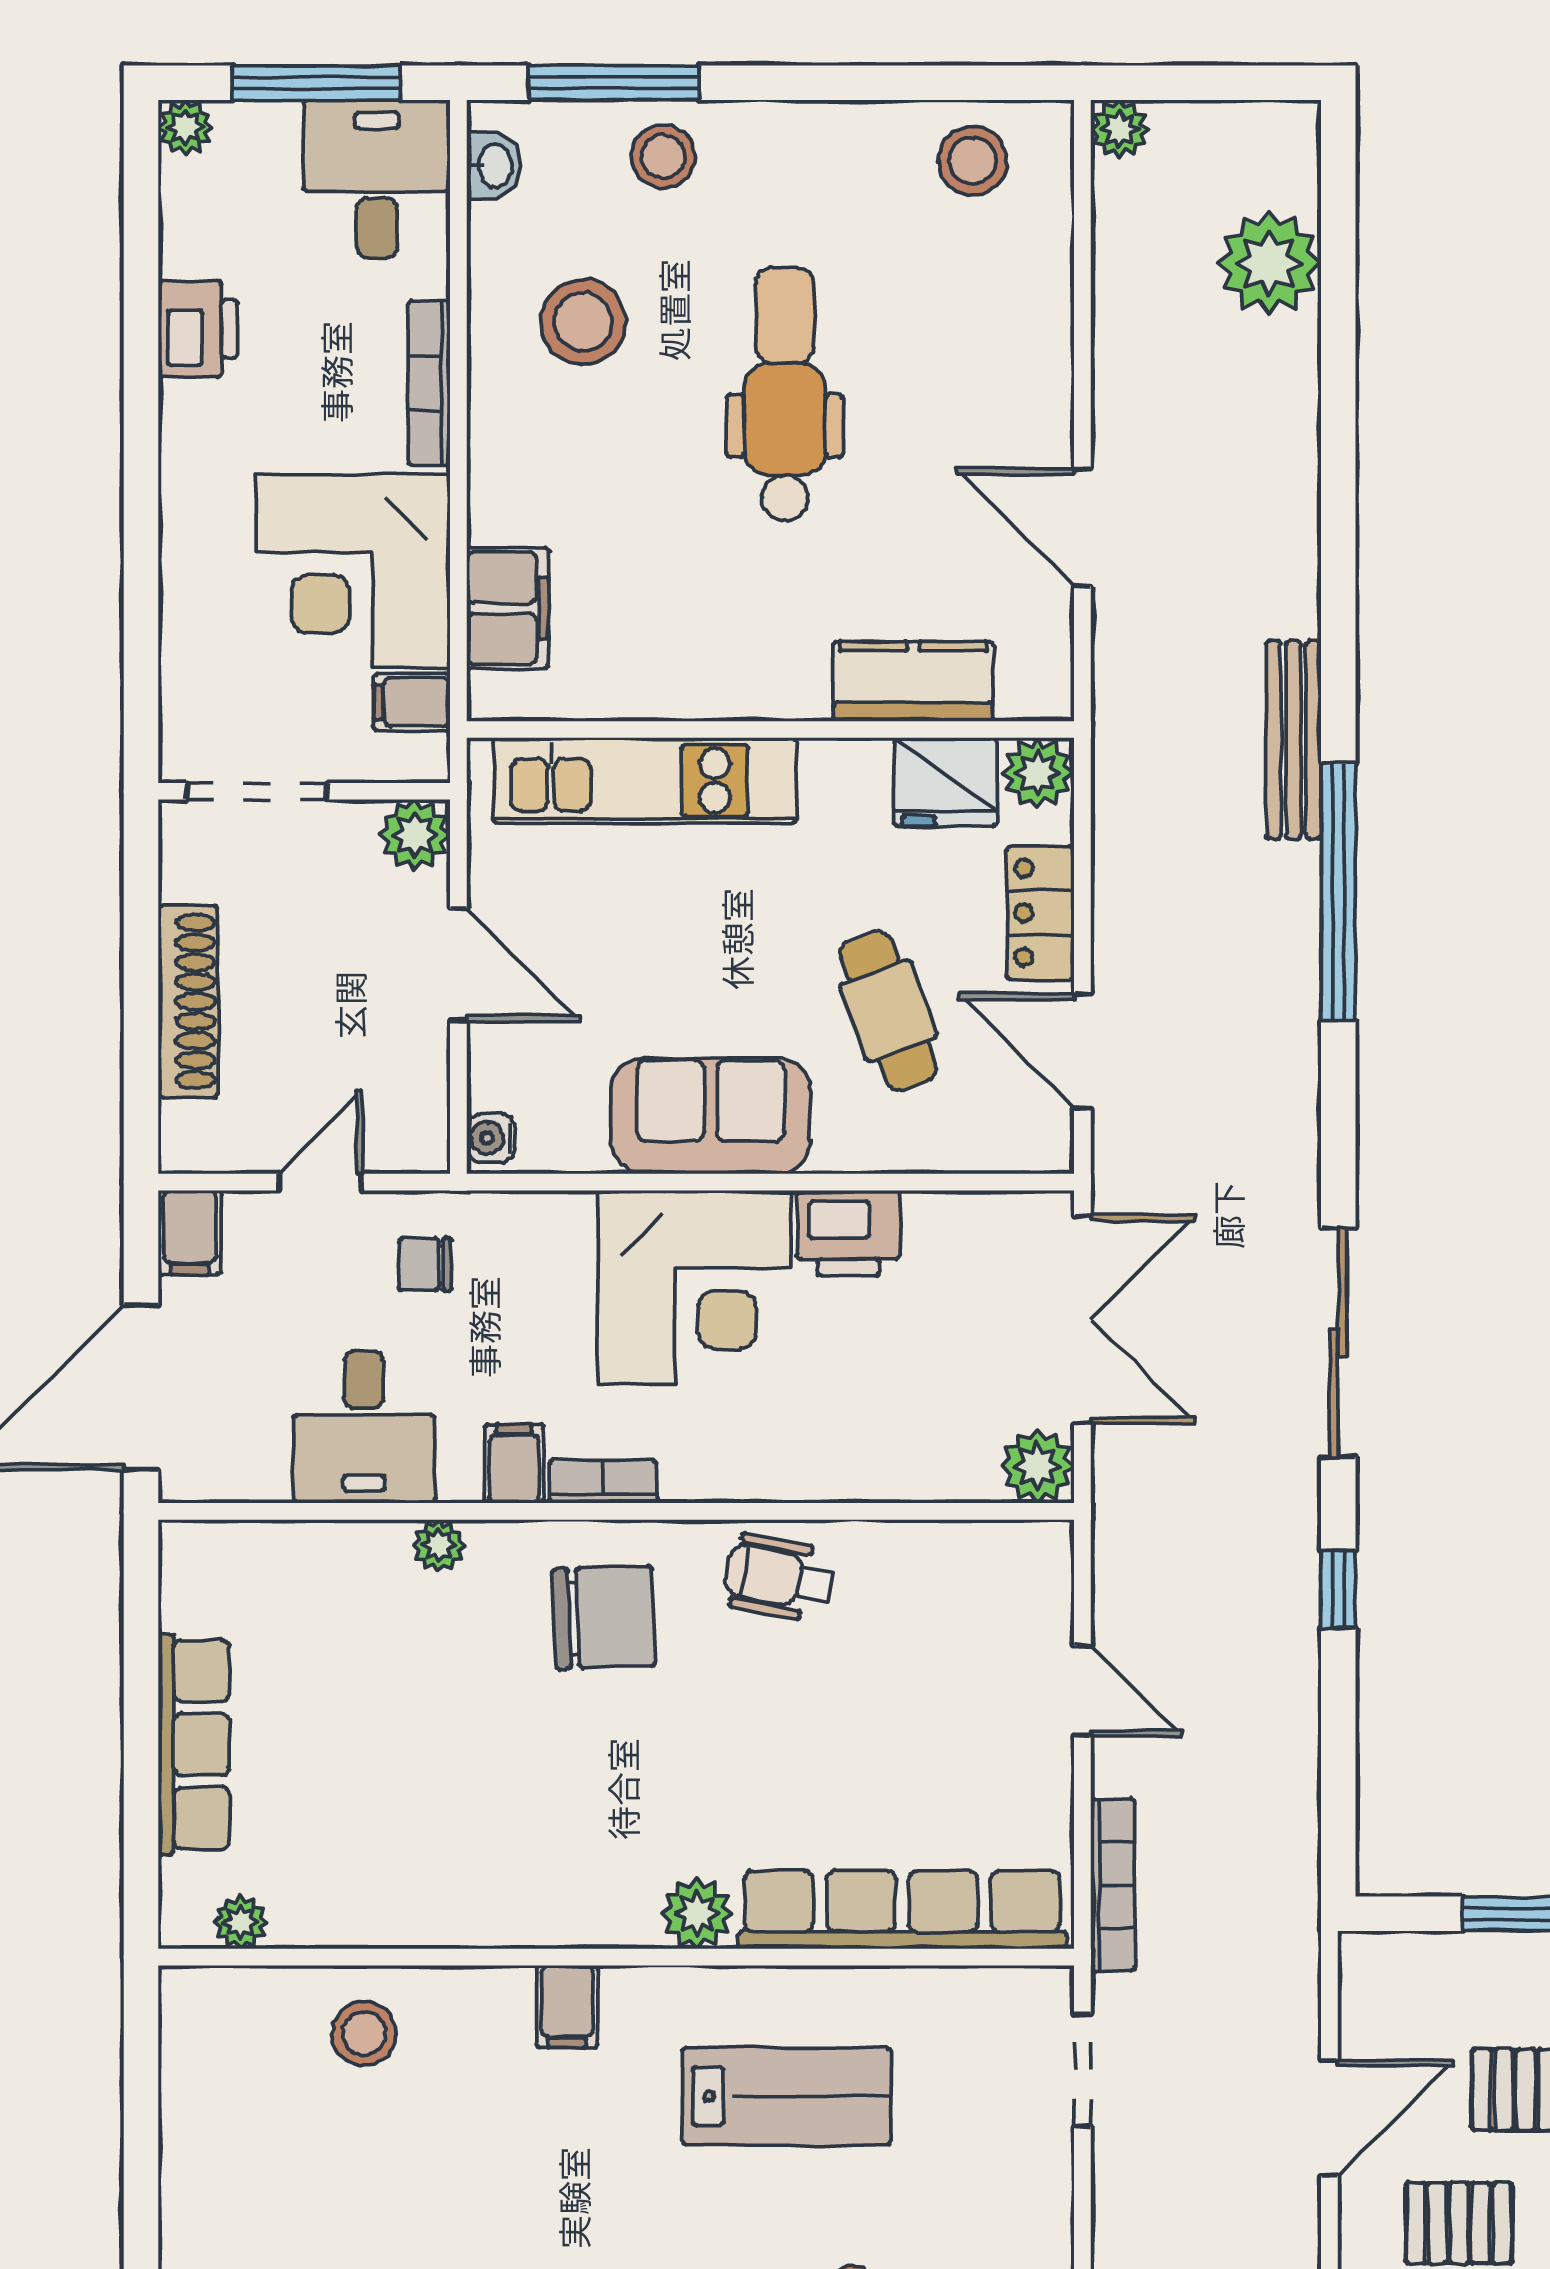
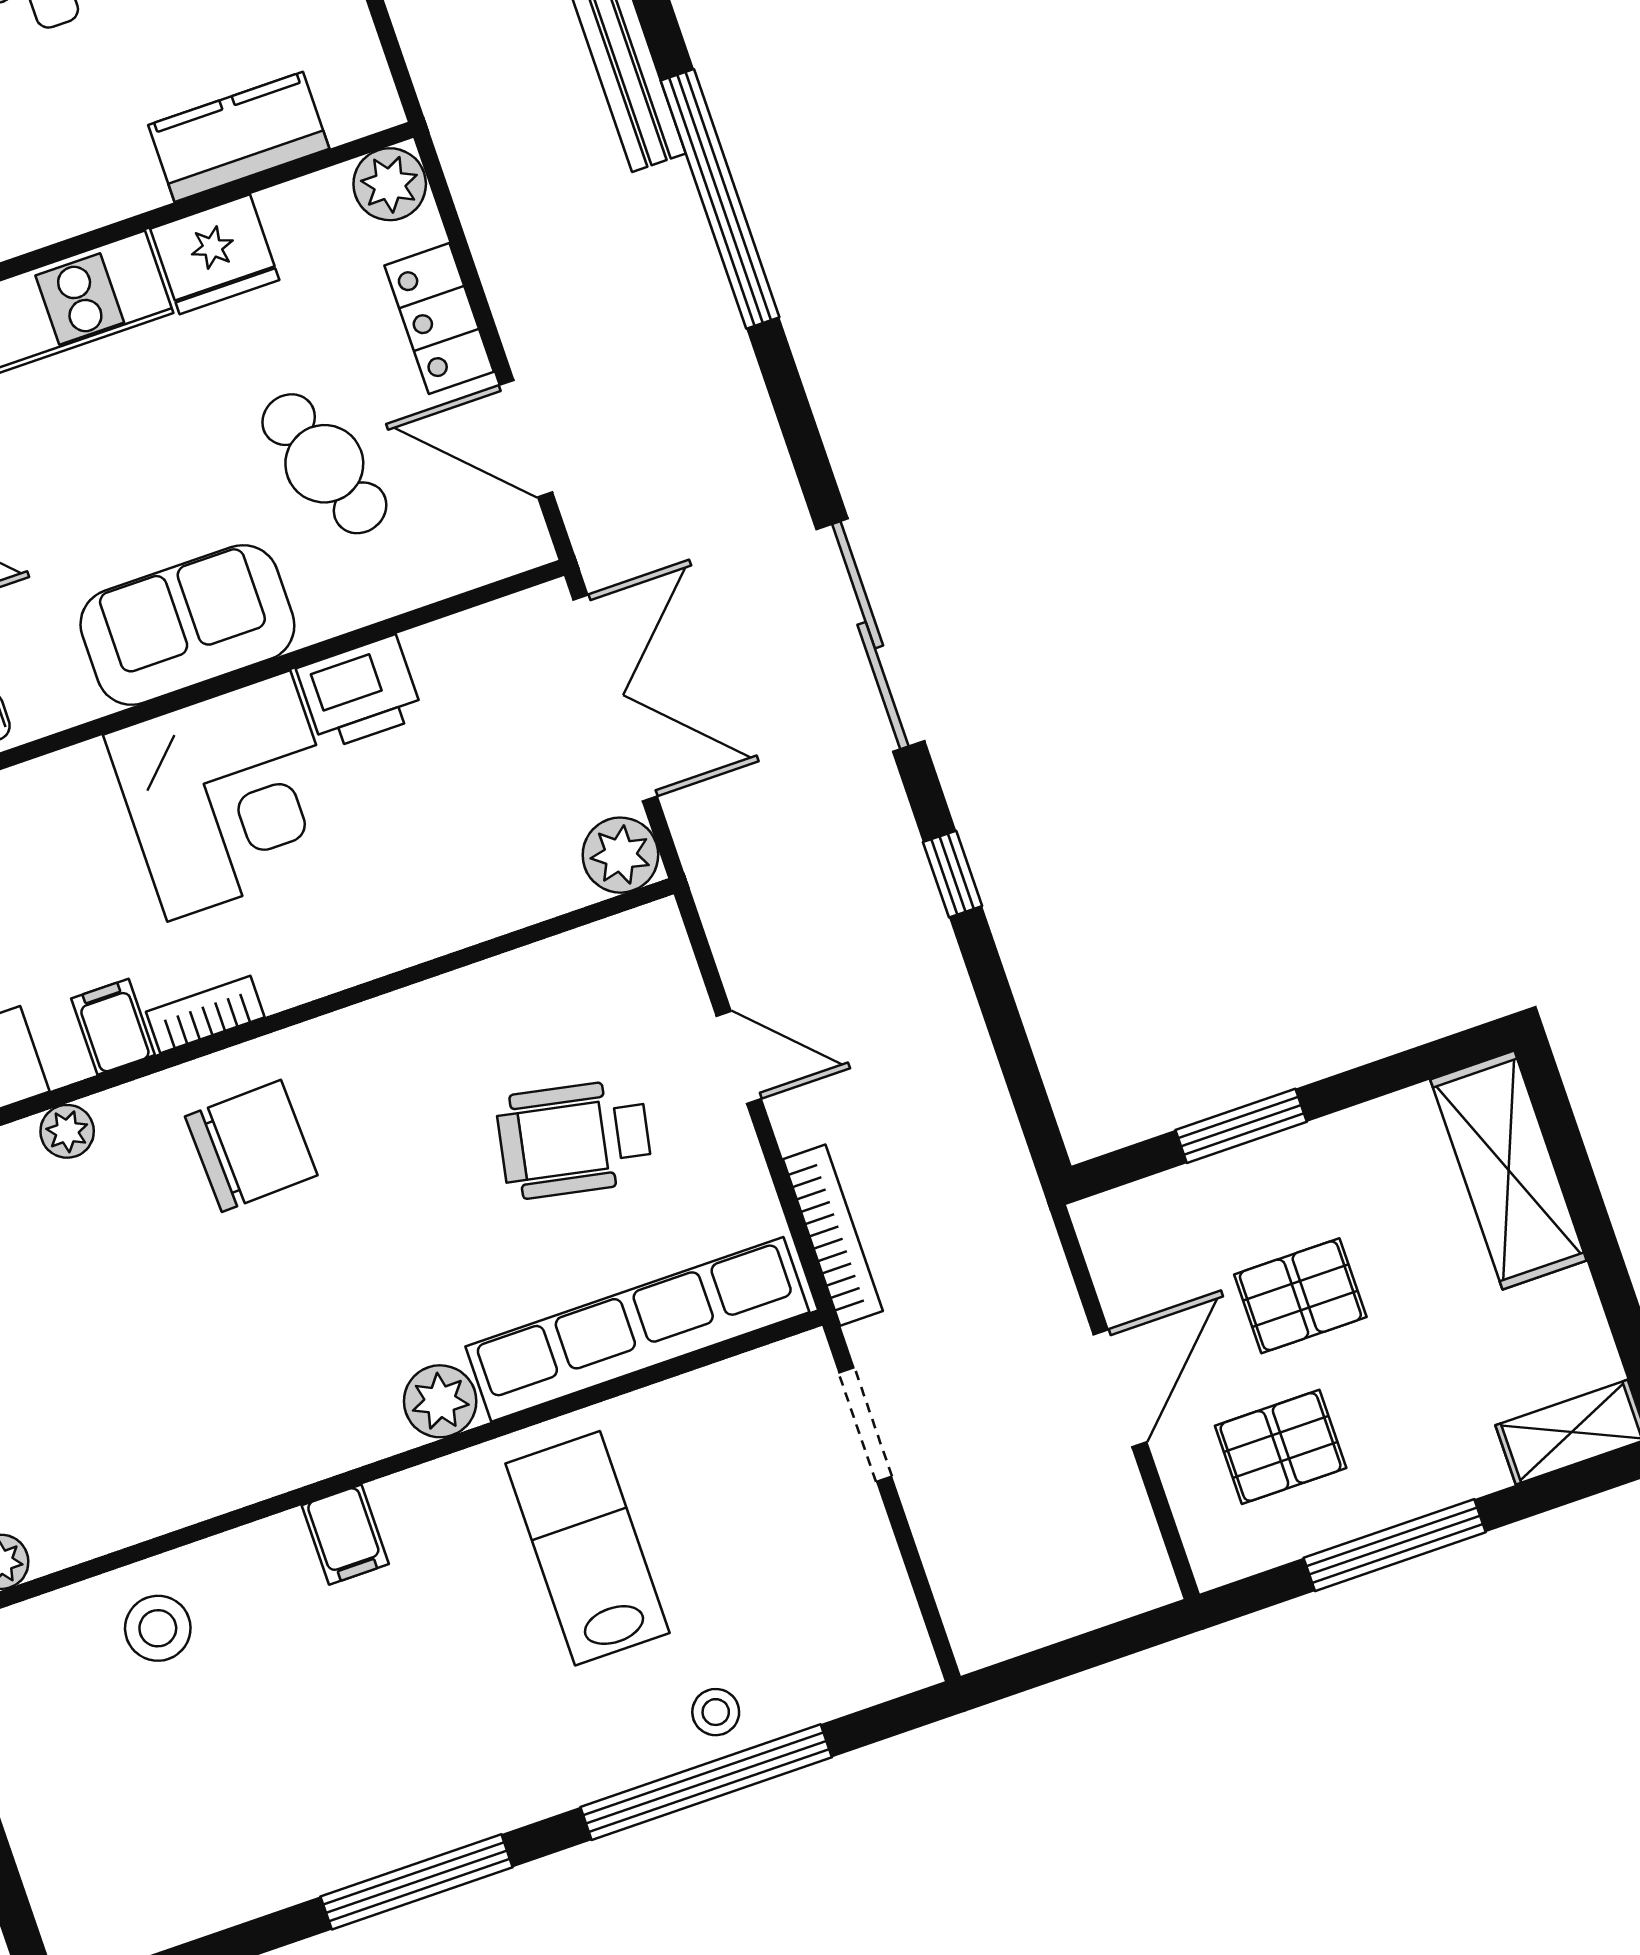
fridge: (945, 782) -> (215, 254), moved
wheelchair: (779, 1578) -> (574, 1139), moved, width x1.36, depth x1.37
lab bench: (786, 2096) -> (588, 1548), turned -90

